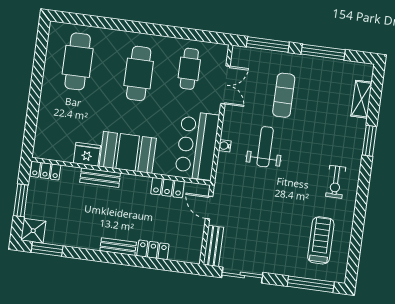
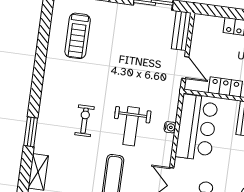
exercise bike: (336, 182) -> (84, 121), moved

